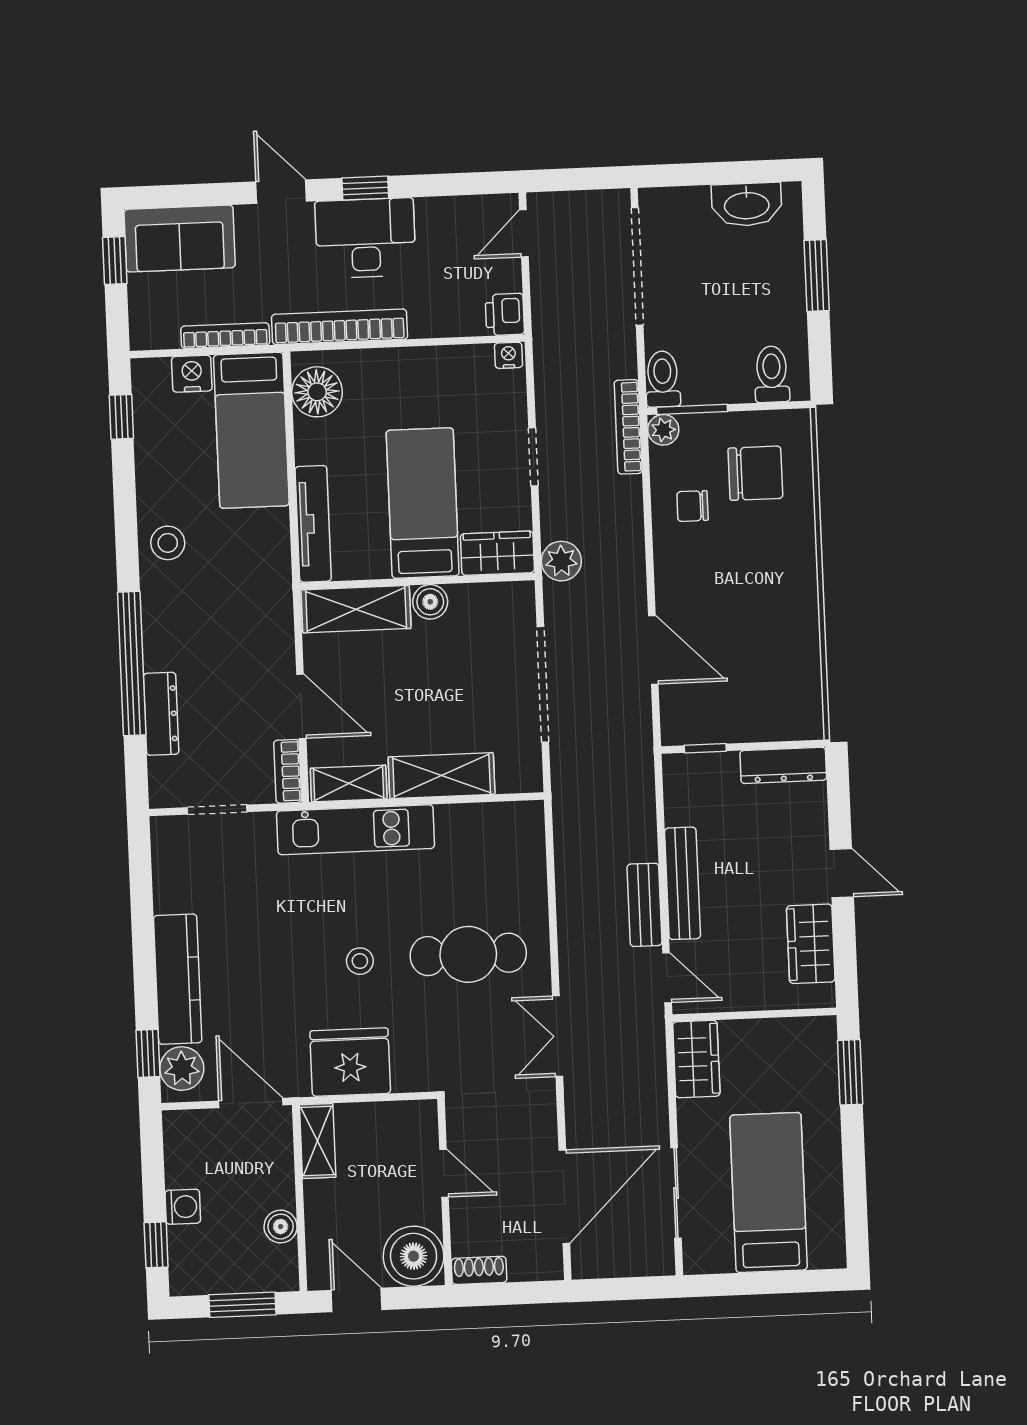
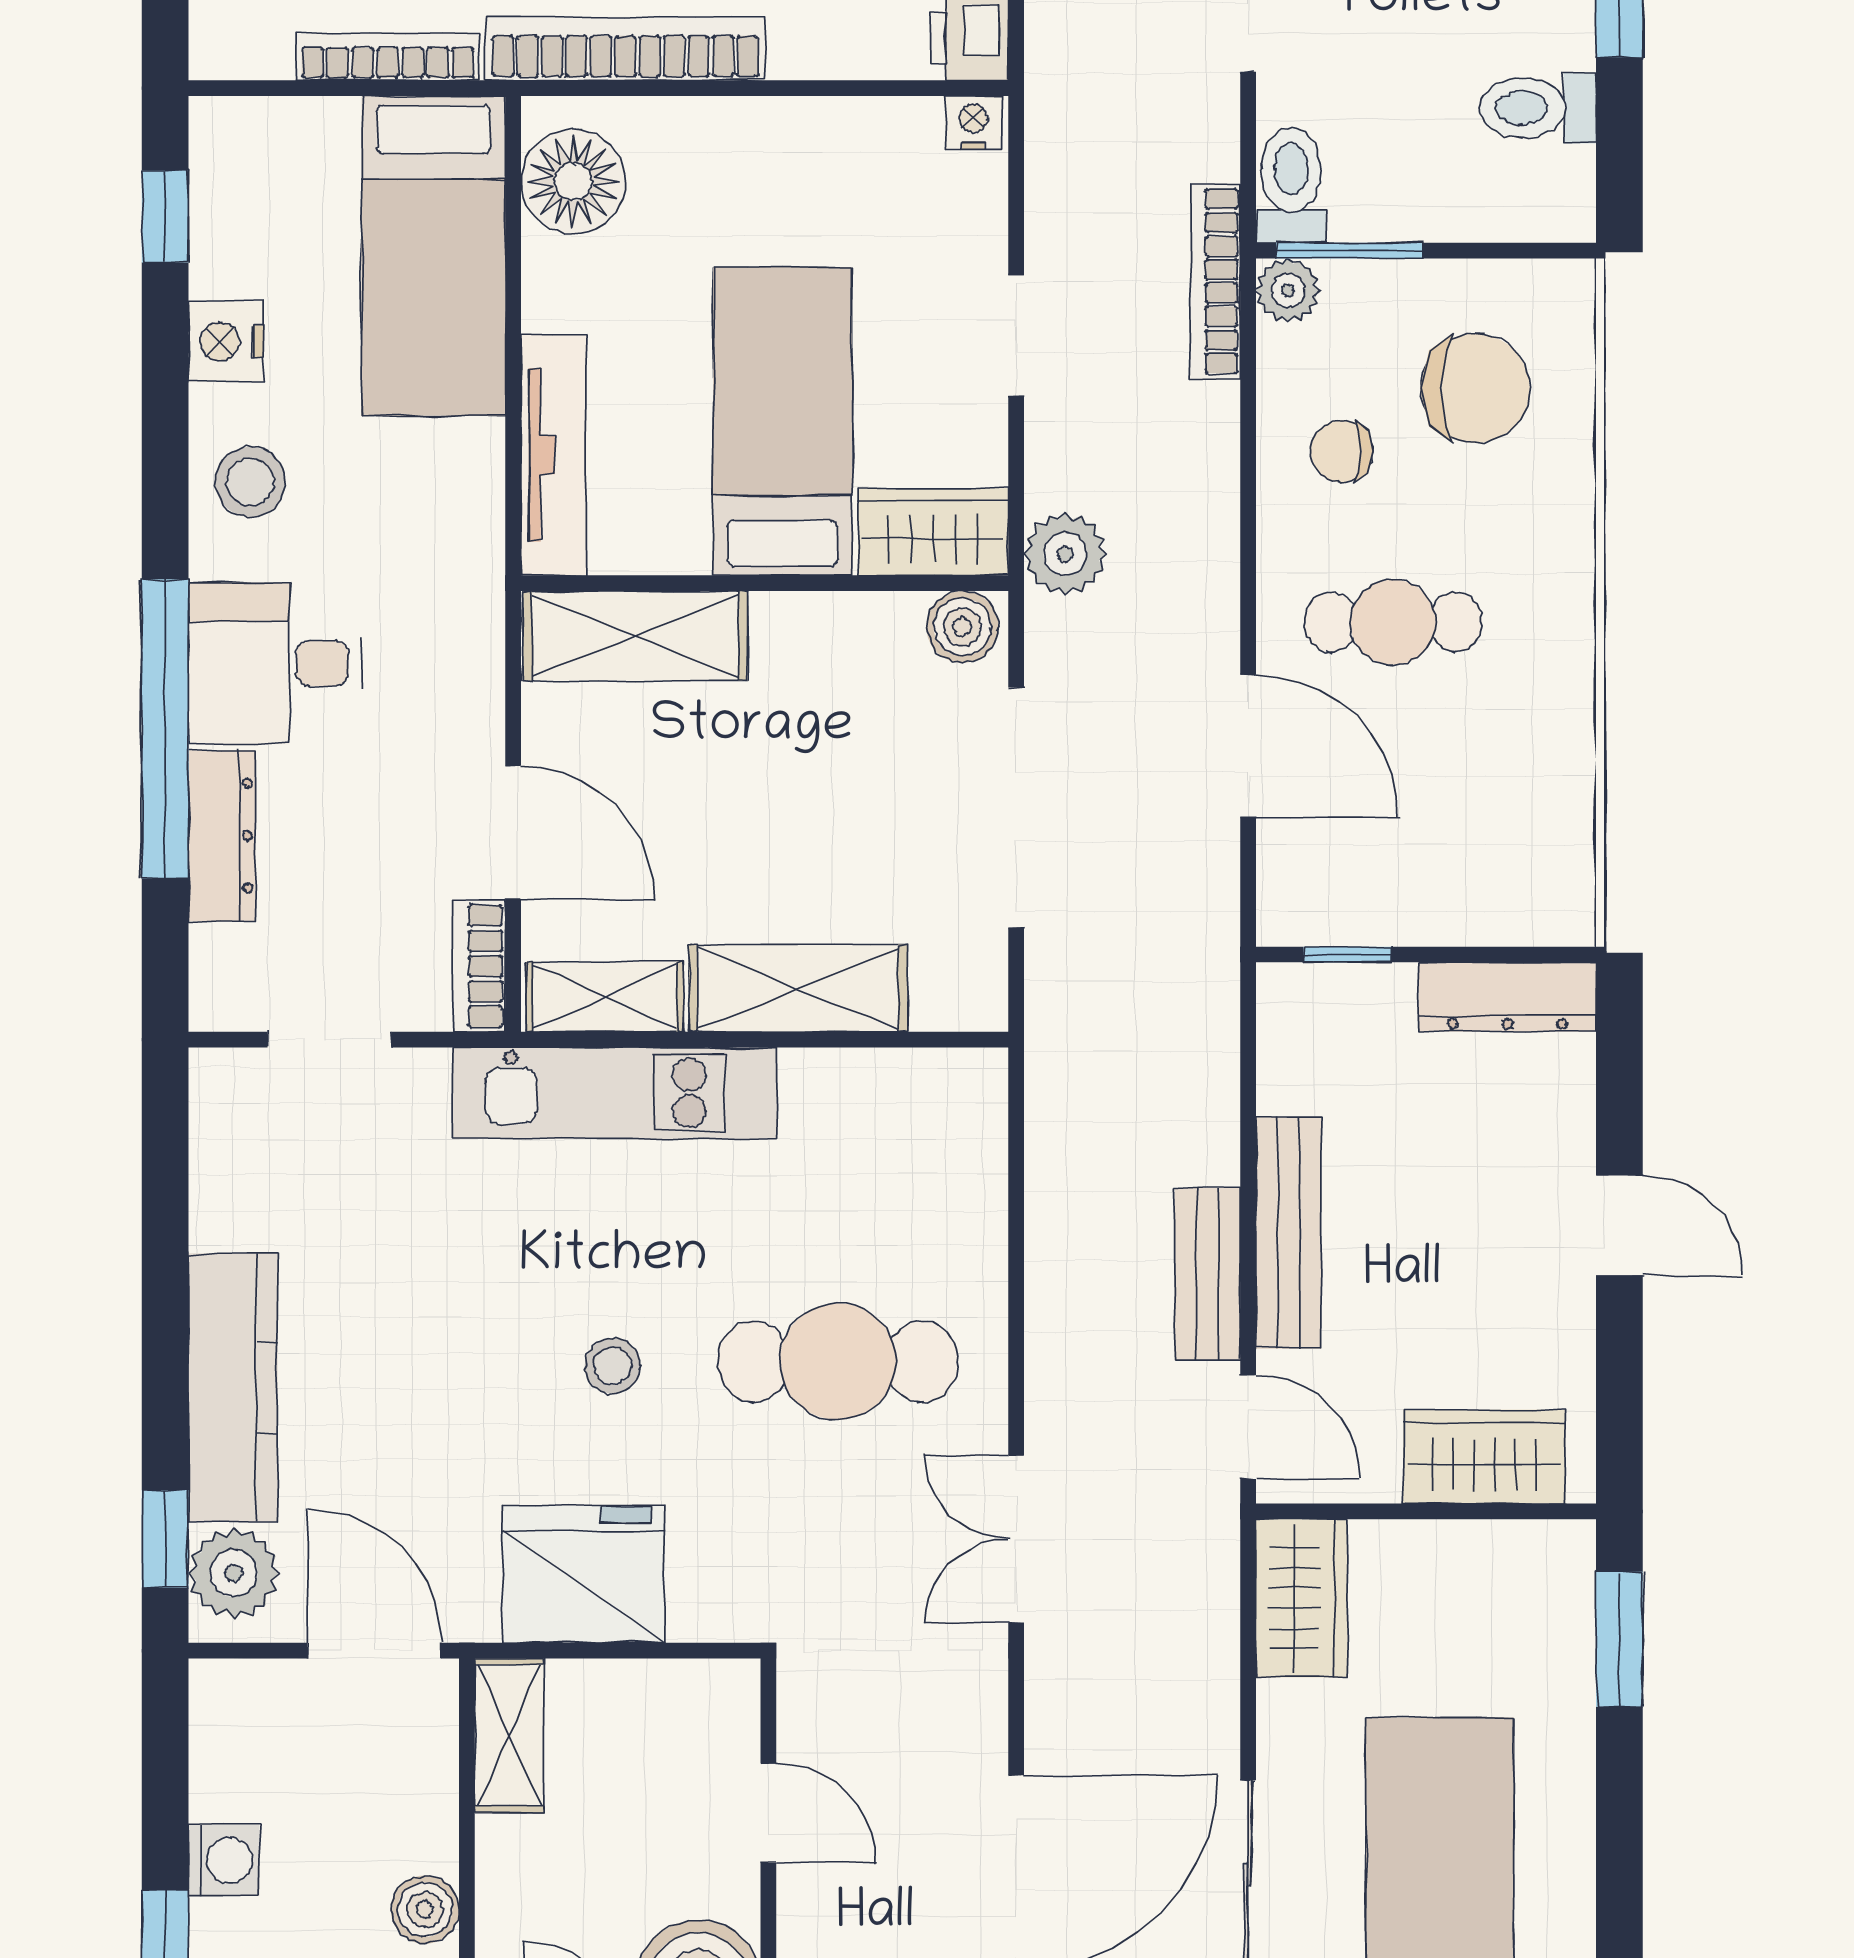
nightstand: (192, 374) -> (226, 342), moved, turned -90
toilet: (772, 374) -> (1538, 108), moved, turned -90
cafe table: (721, 587) -> (1393, 622), added
boiler: (430, 602) -> (962, 627), moved
desk: (183, 630) -> (275, 664), added
wardrobe: (811, 944) -> (1484, 1457), moved, turned 90

